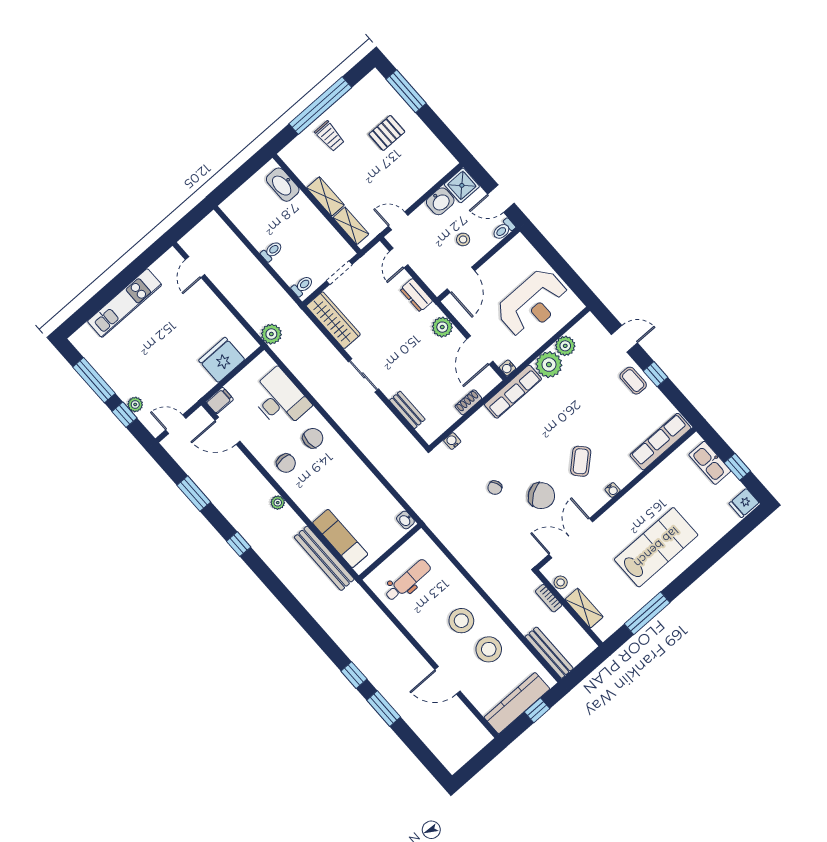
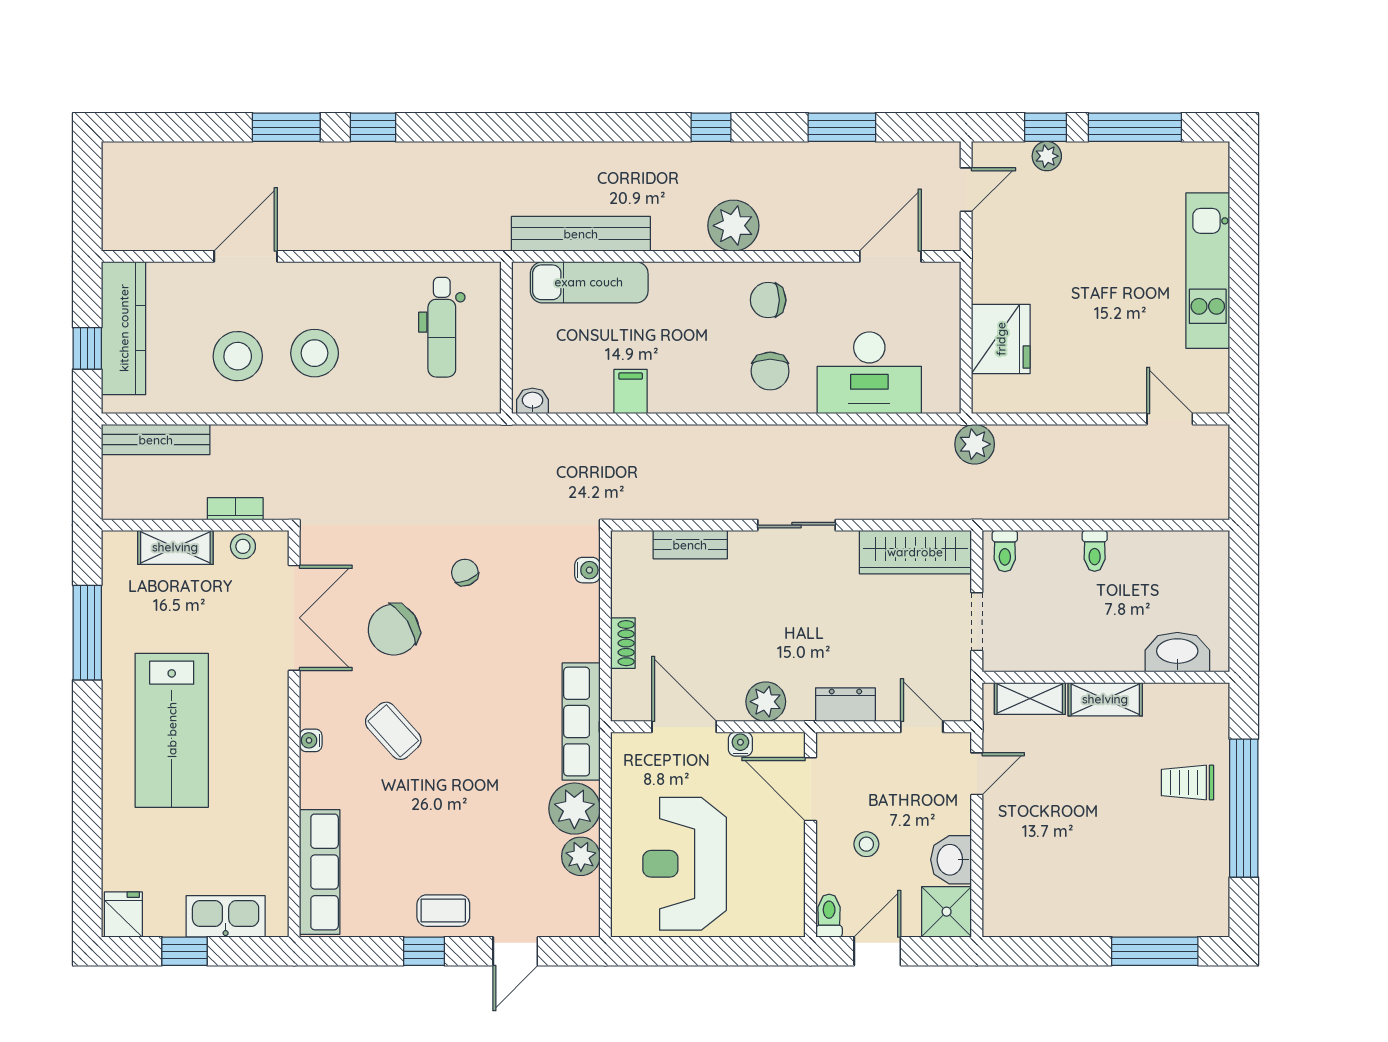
pallet: (387, 133) -> (1119, 870), removed
water cooler: (508, 368) -> (740, 744), moved
filing cabinet: (220, 401) -> (631, 392), moved, turned 180
plant: (278, 503) -> (733, 226), width x1.88, depth x1.88

